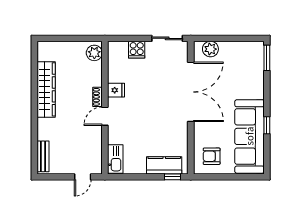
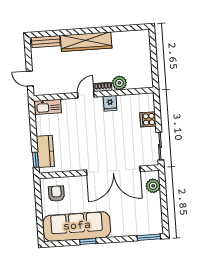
plant: (94, 53) -> (119, 83), moved
wardrobe: (46, 89) -> (86, 42), moved
door: (105, 116) -> (86, 95), hinge flipped

